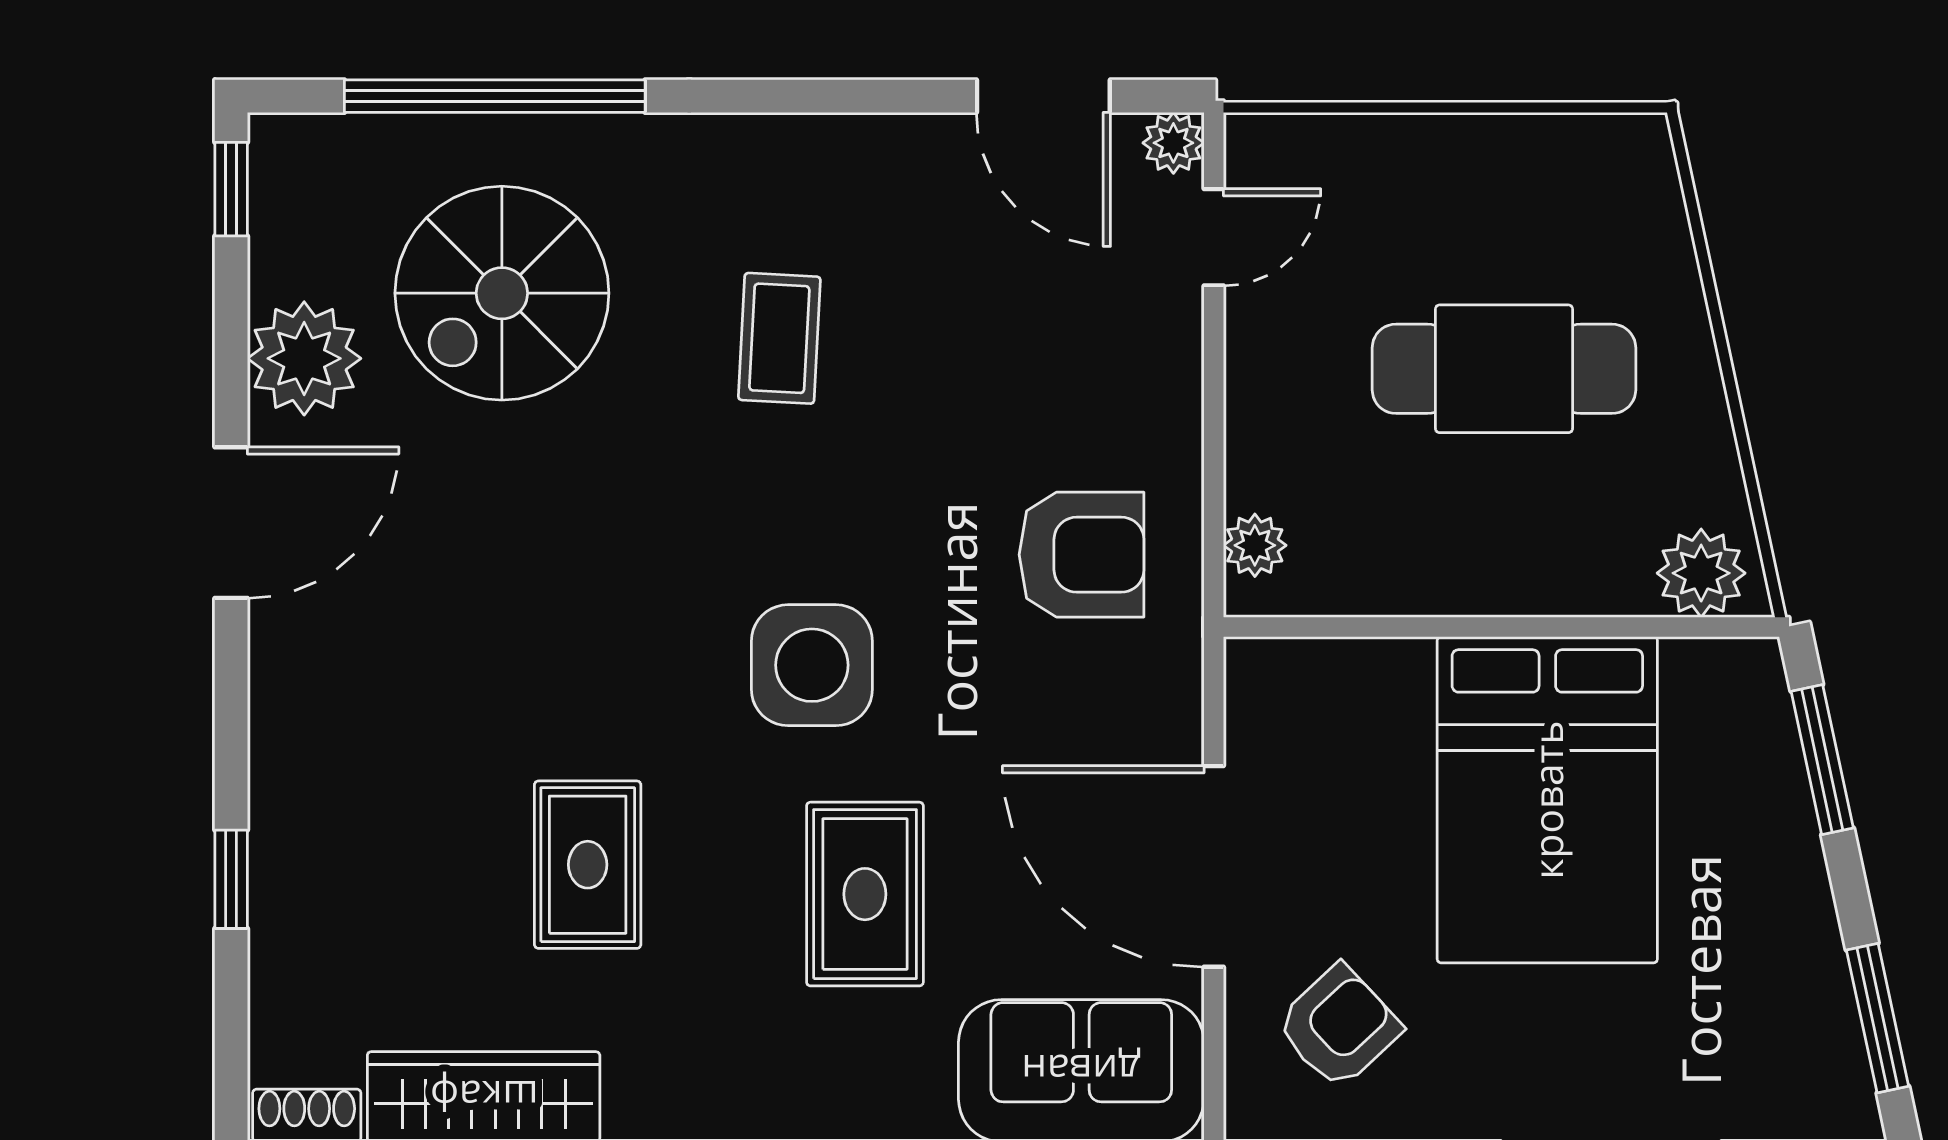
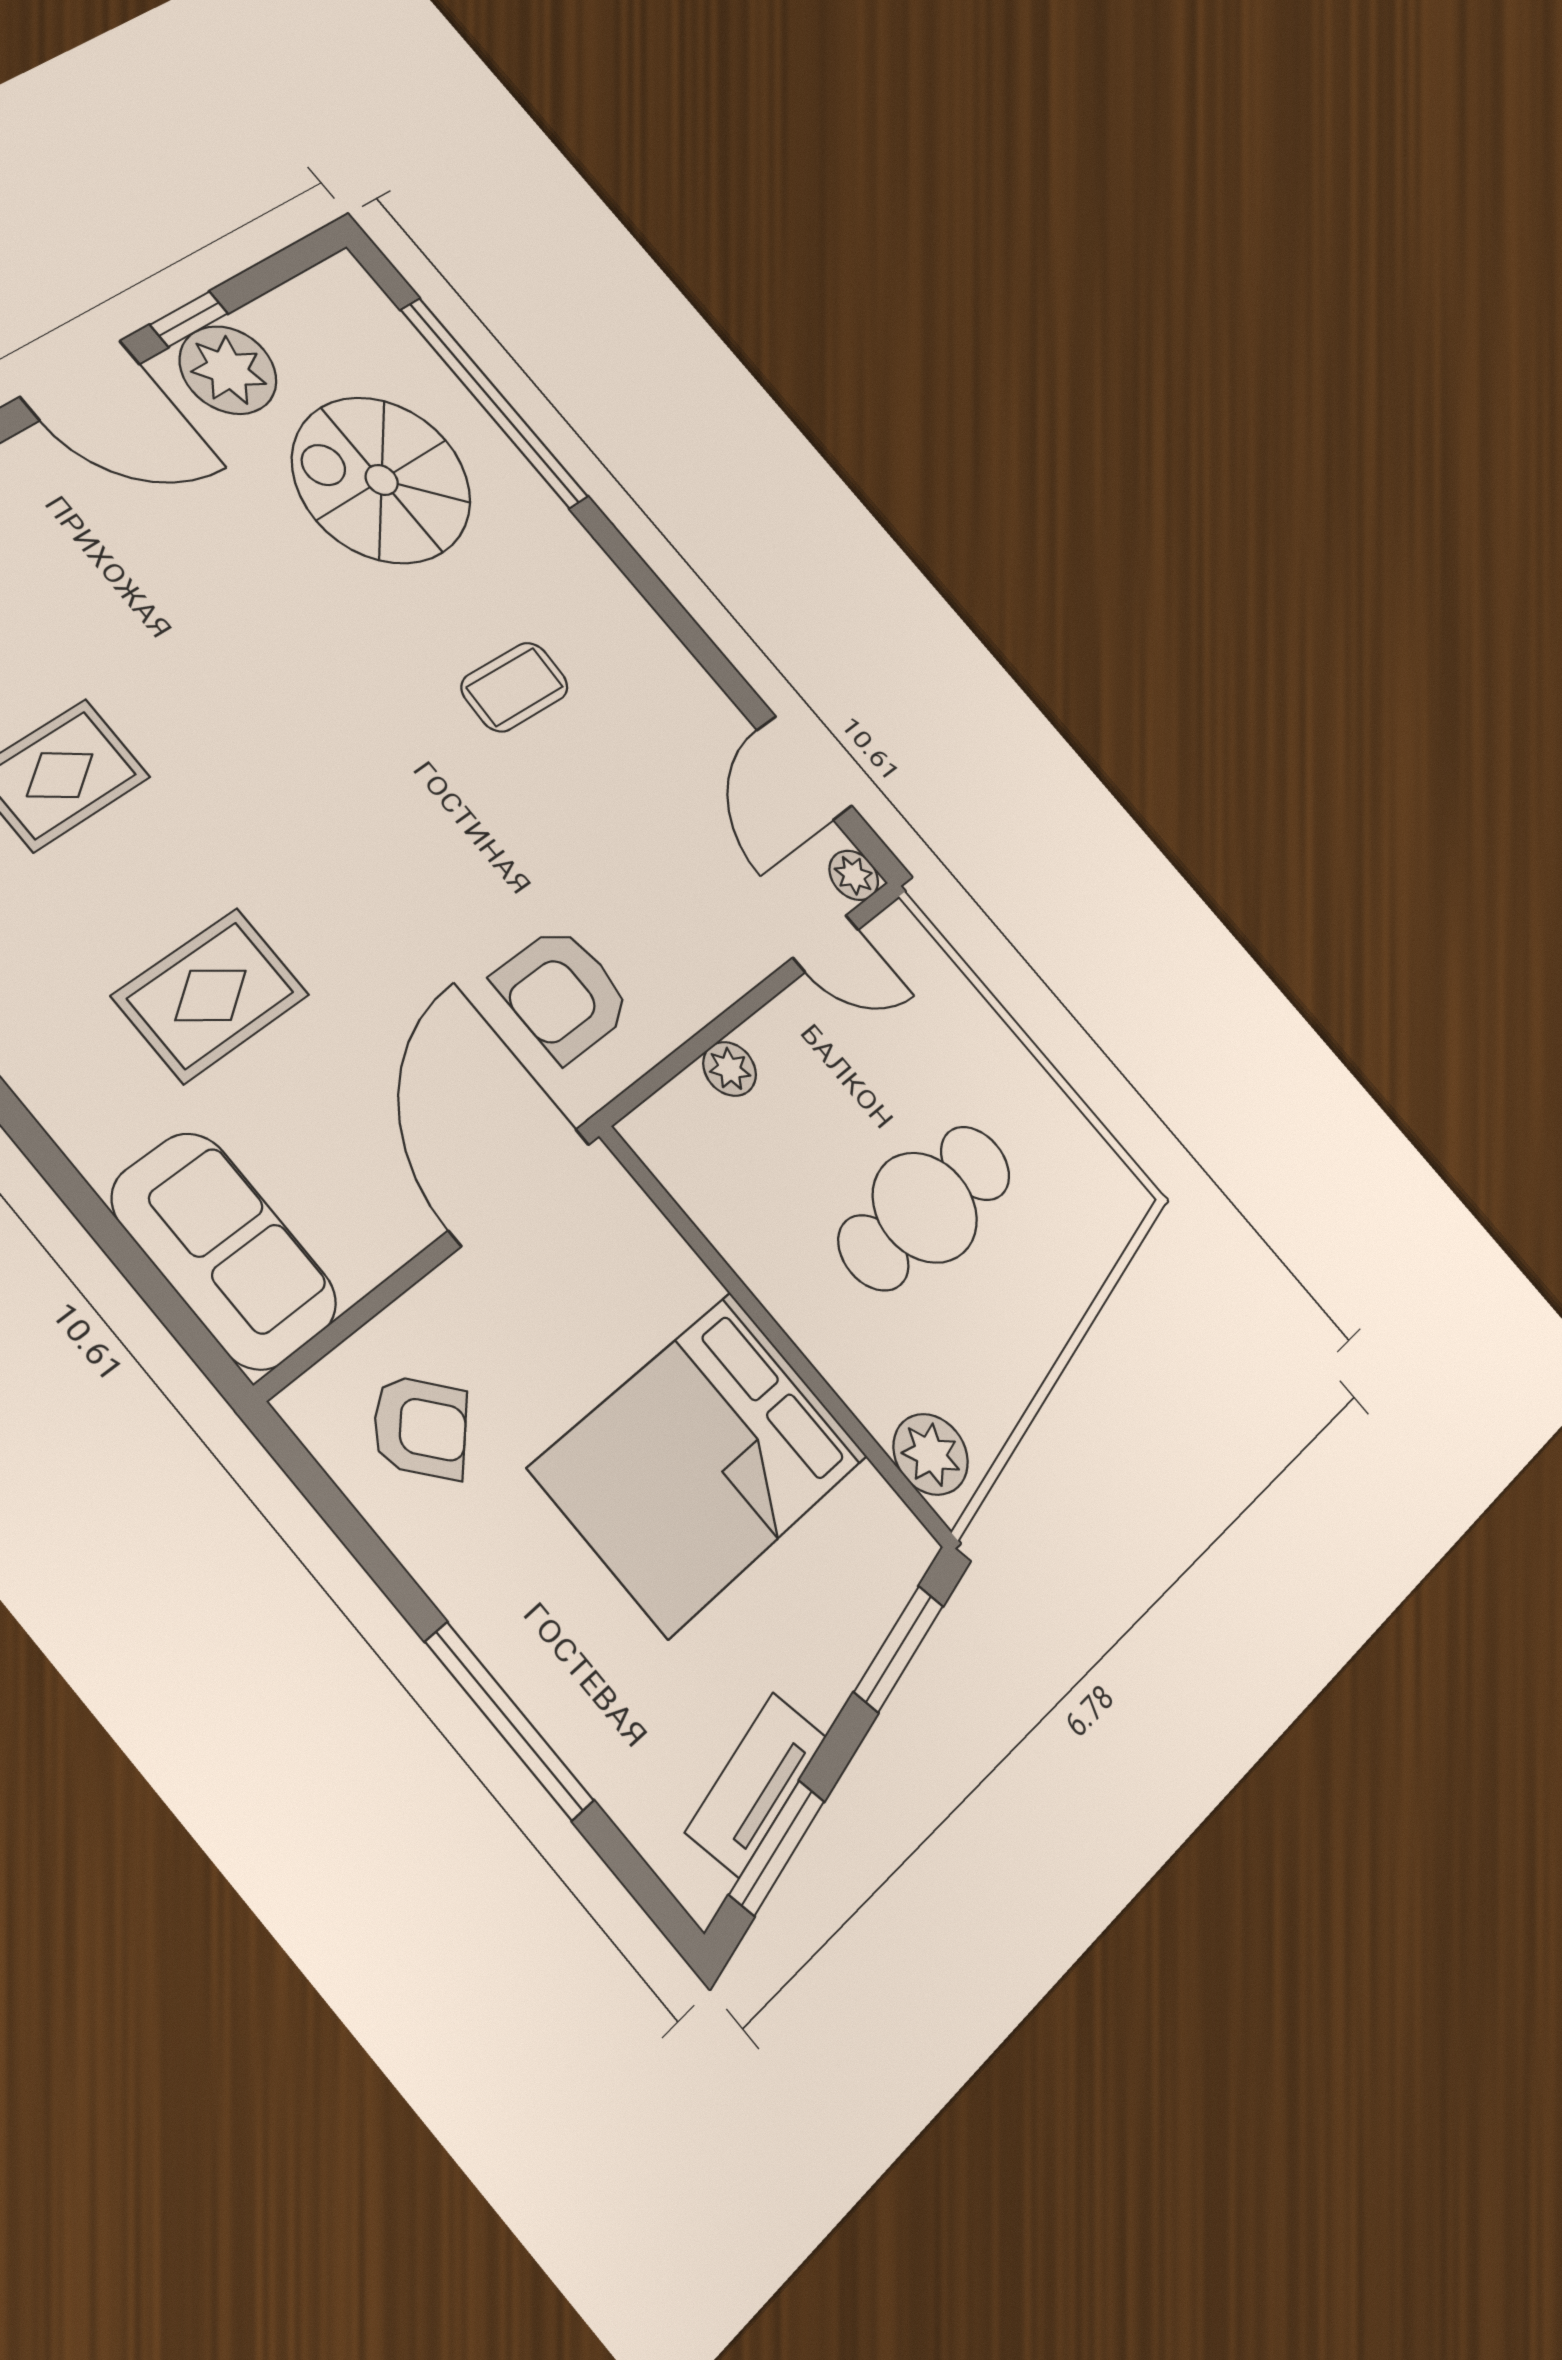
window: (231, 189) -> (189, 319), moved
cafe table: (1504, 369) -> (925, 1208), turned 90
plant: (1255, 545) -> (730, 1069), moved
armchair: (1081, 555) -> (563, 994), turned 90
side table: (812, 665) -> (331, 850), removed
door: (1214, 866) -> (519, 1187), moved
tv unit: (1819, 990) -> (756, 1784), added

